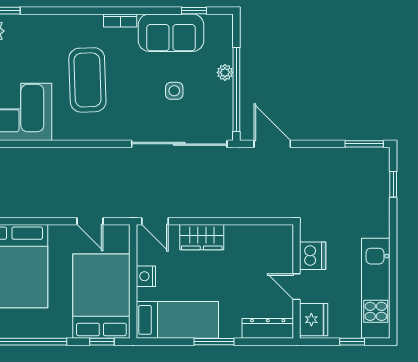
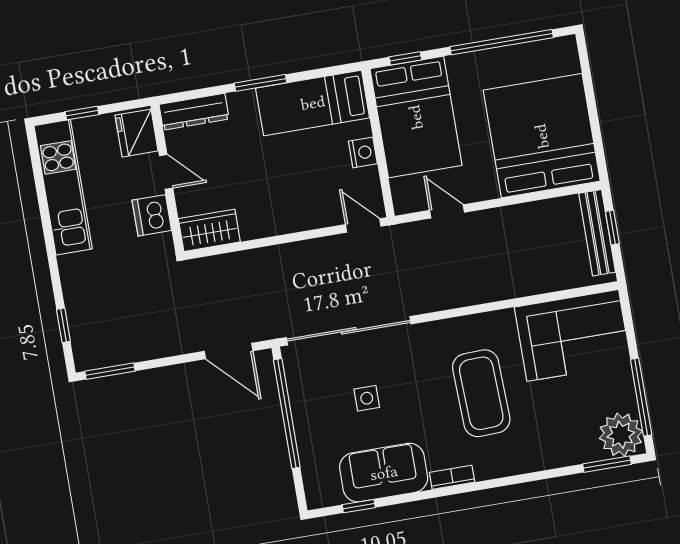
plant: (225, 72) -> (305, 433), removed
wardrobe: (202, 237) -> (209, 230), moved

